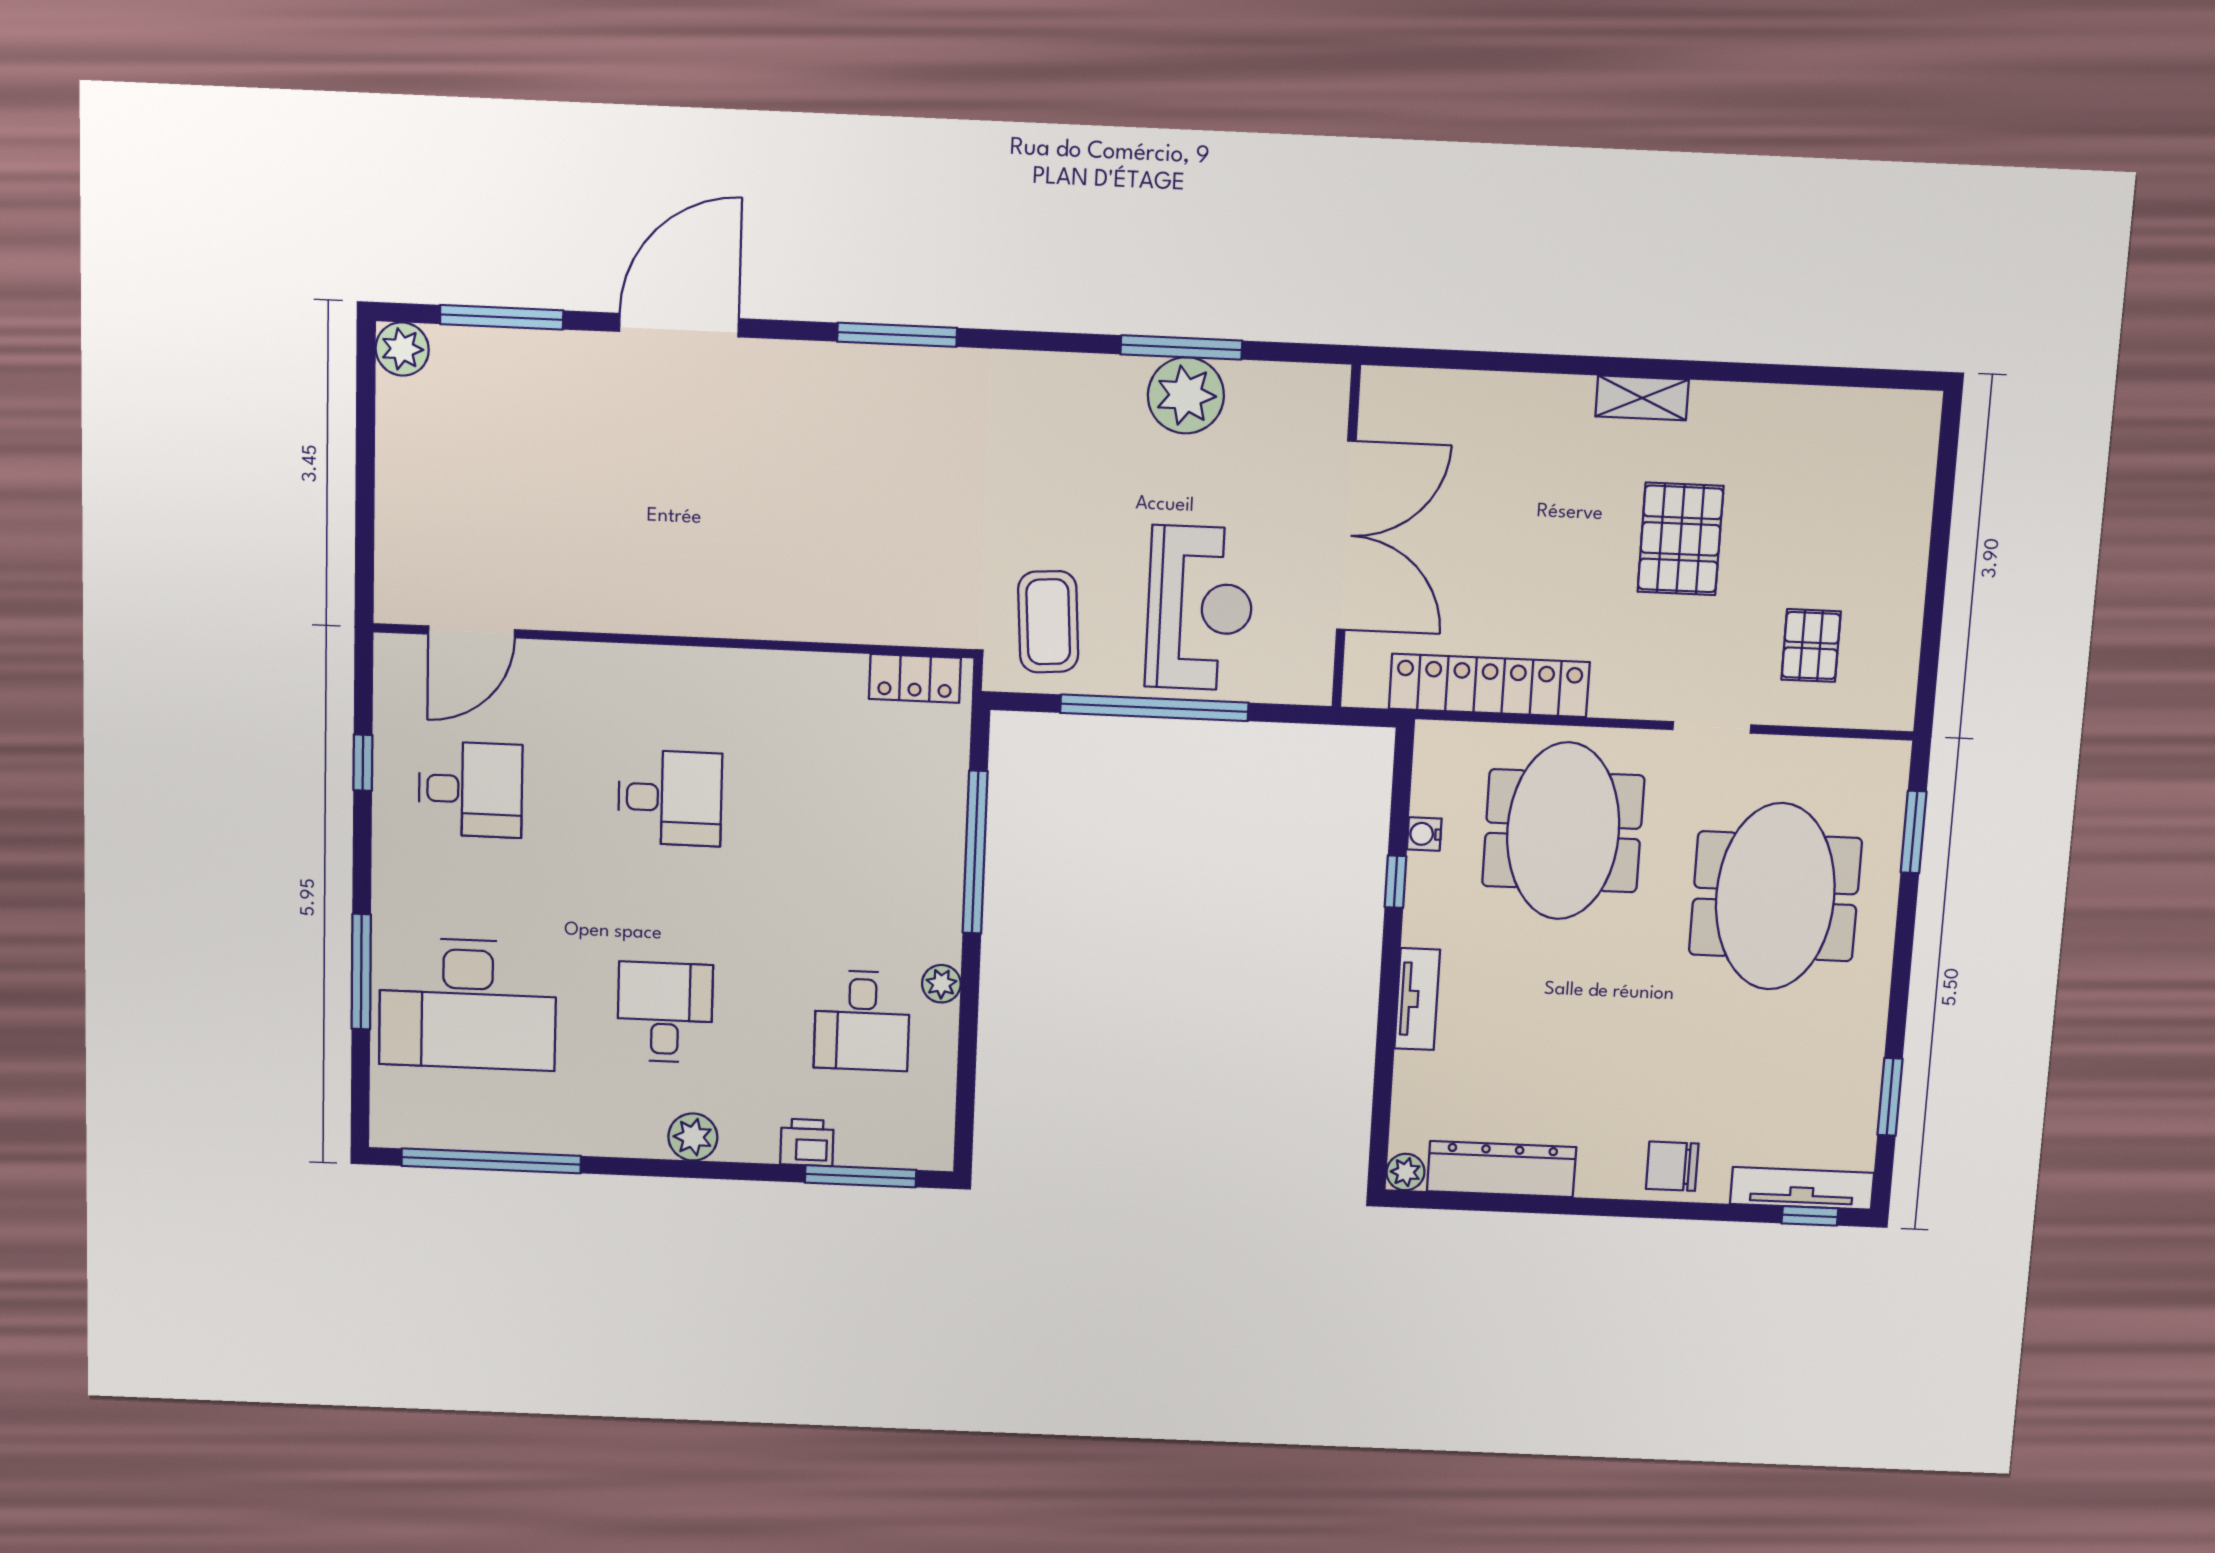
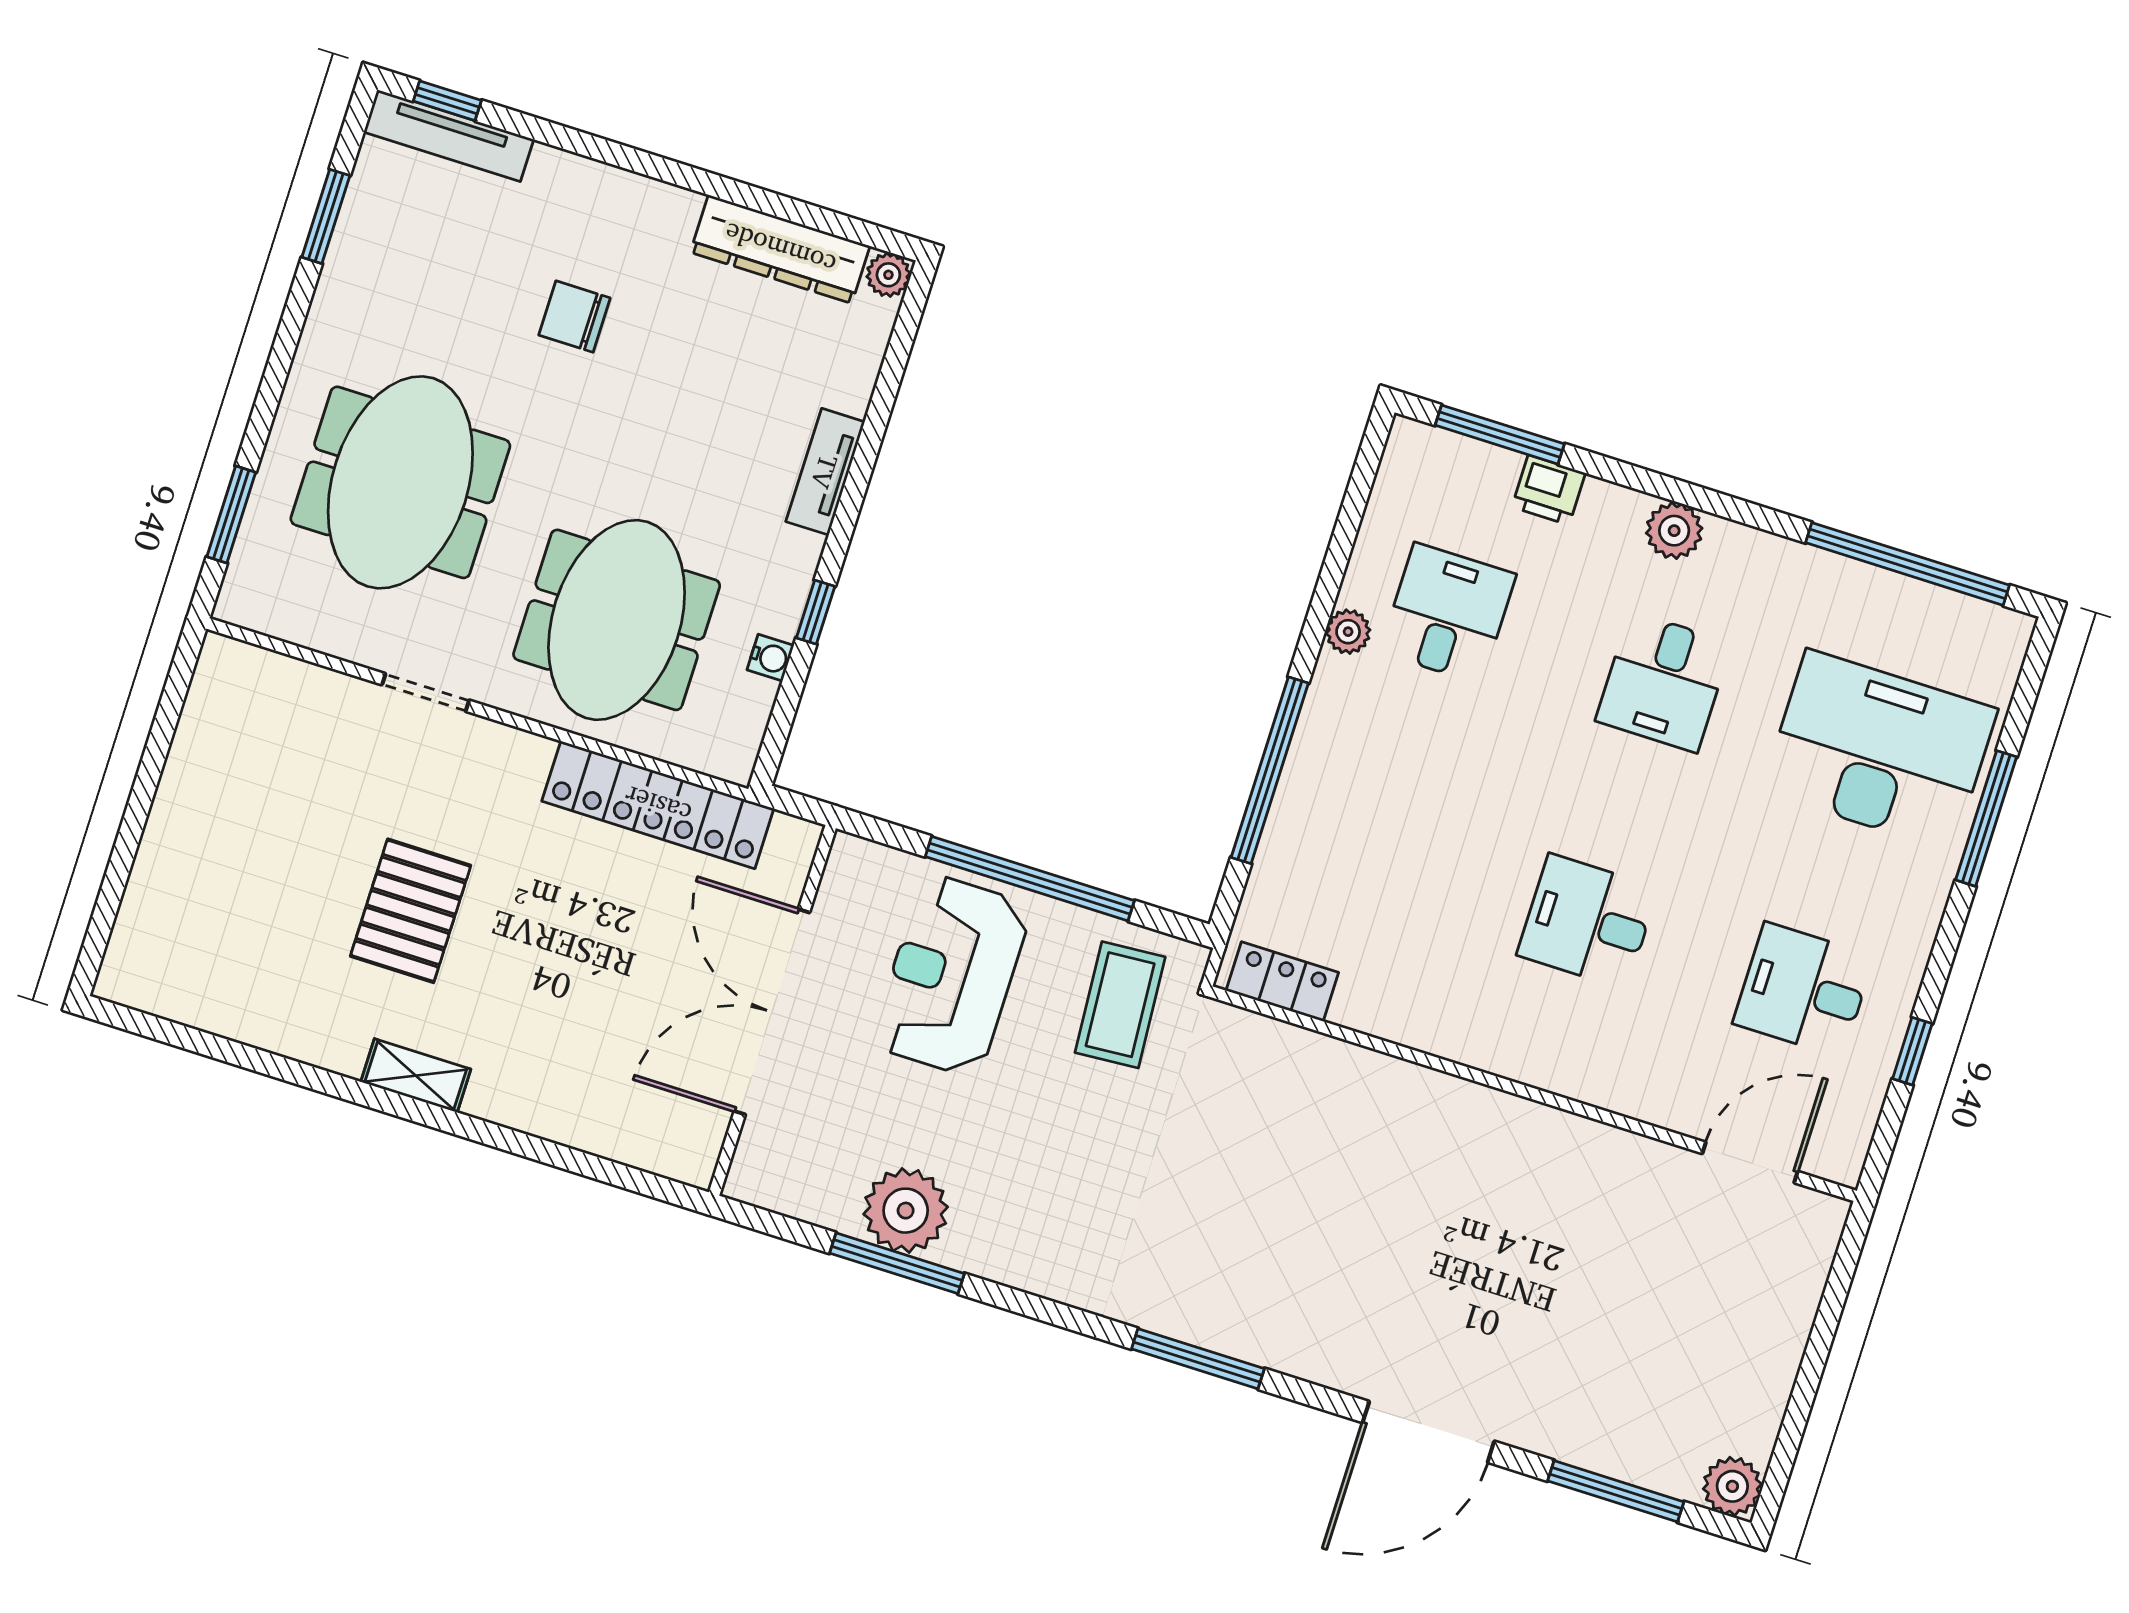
pallet: (1811, 646) -> (296, 755), removed
chair: (1672, 1166) -> (574, 317), moved, turned 180

